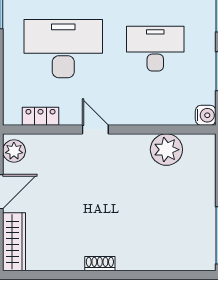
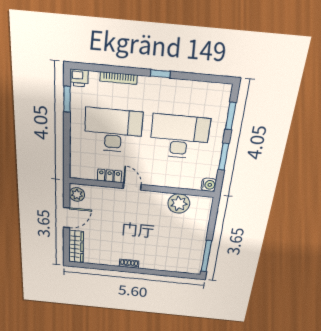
desk: (155, 49) -> (180, 137), width x1.36, depth x1.30
locker: (40, 116) -> (109, 176), moved

